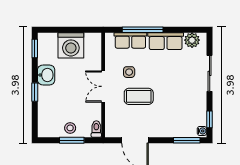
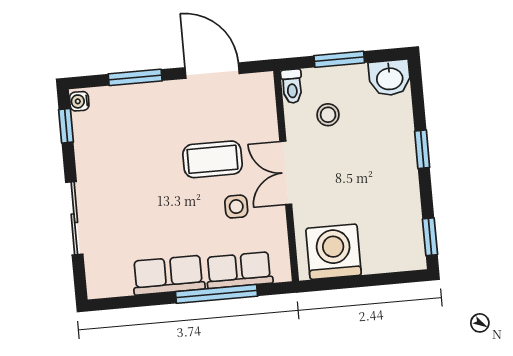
plant: (192, 40) -> (115, 282), removed
washing machine: (71, 45) -> (334, 252), moved
washbasin: (46, 75) -> (390, 78), moved, turned -90
double door: (103, 86) -> (286, 173), swing flipped
stool: (70, 128) -> (328, 115), moved
window: (187, 140) -> (135, 77), moved

